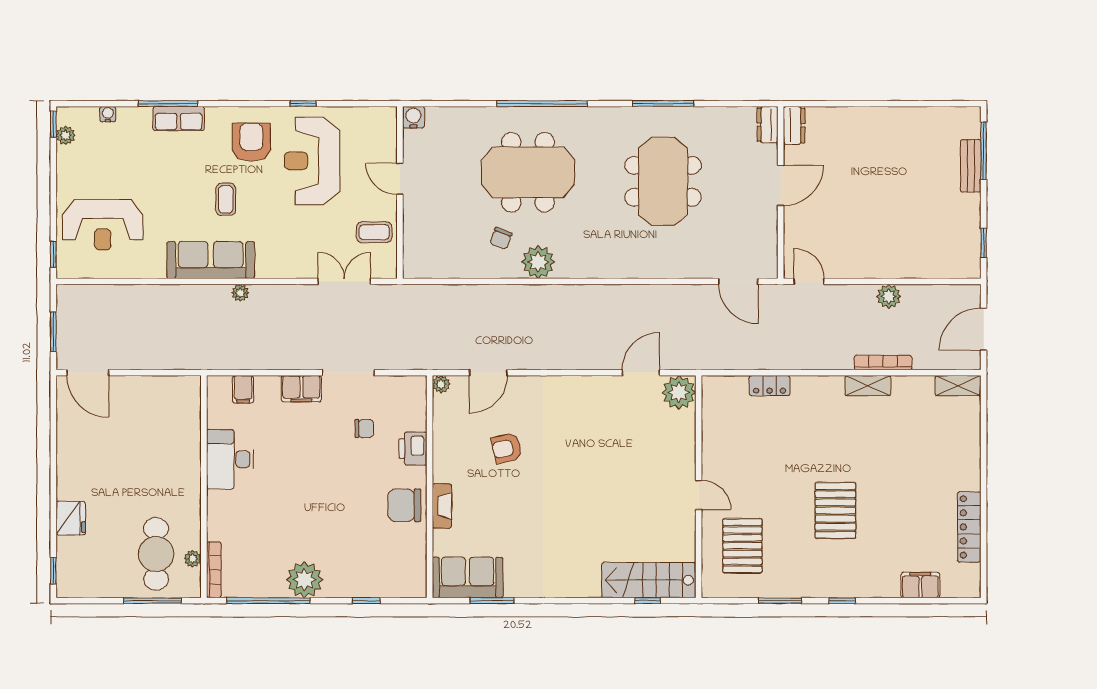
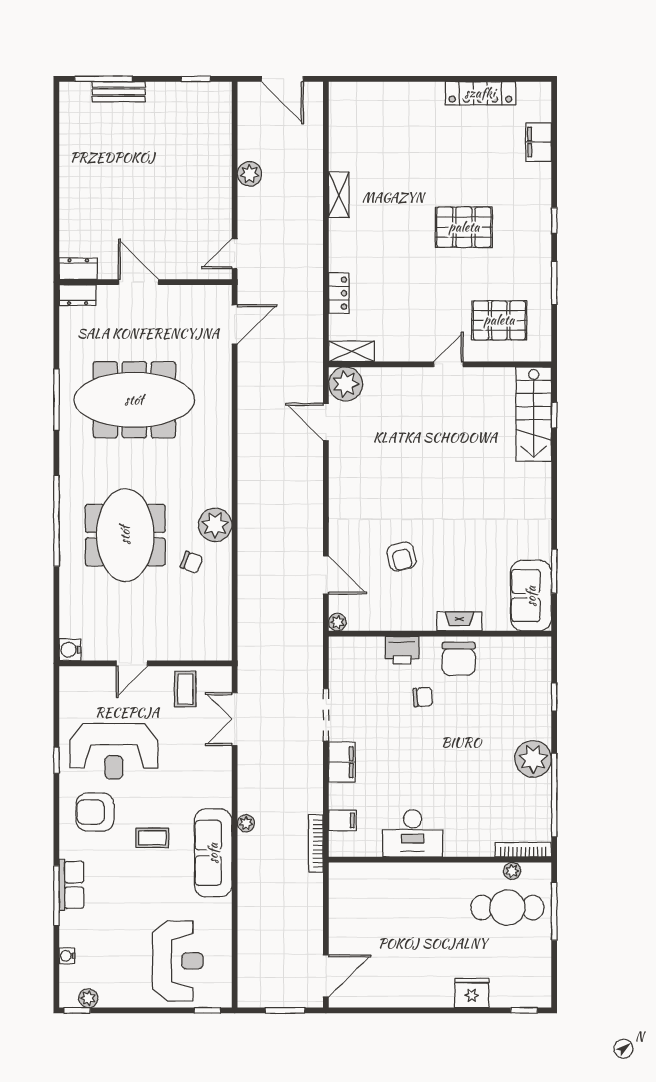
meeting table: (663, 181) -> (134, 400), width x1.36
bookcase: (883, 363) -> (316, 843), moved
shelving: (958, 386) -> (351, 351), moved, turned 90
chair: (364, 429) -> (423, 697), moved, turned 86

